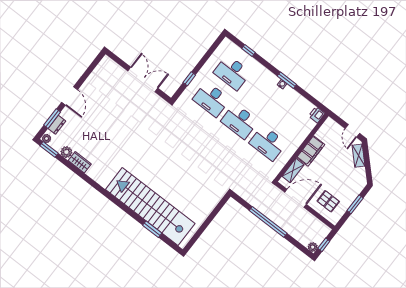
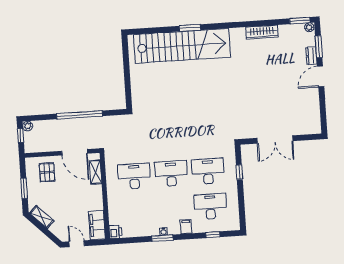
filing cabinet: (263, 73) -> (186, 227), added
door: (70, 96) -> (321, 76), hinge flipped
dresser: (57, 125) -> (311, 56), moved
filing cabinet: (311, 151) -> (97, 225), moved
plant: (66, 152) -> (284, 30), removed
shelving: (358, 156) -> (42, 217), moved
wardrobe: (80, 162) -> (262, 32), width x1.50
door: (296, 198) -> (74, 152), hinge flipped
pallet: (328, 201) -> (47, 172), turned 90
window: (152, 229) -> (190, 28), moved

